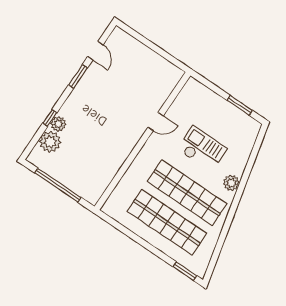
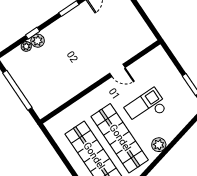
plant: (50, 142) -> (26, 46), width x0.53, depth x0.53
checkout: (202, 149) -> (146, 108), turned -90

